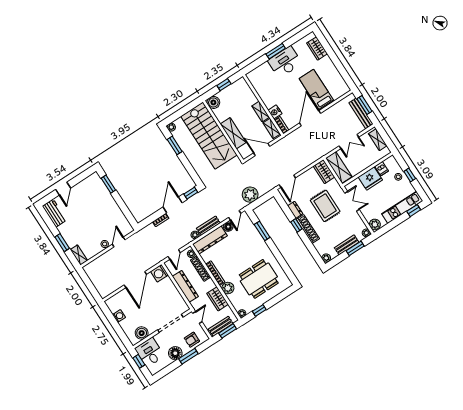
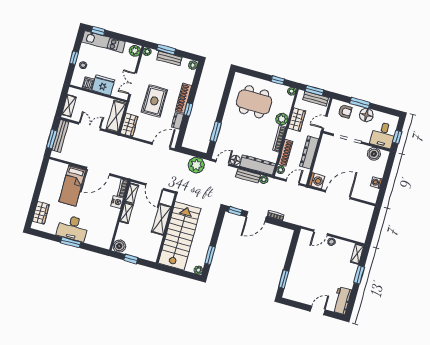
boiler: (213, 102) -> (119, 246), moved

